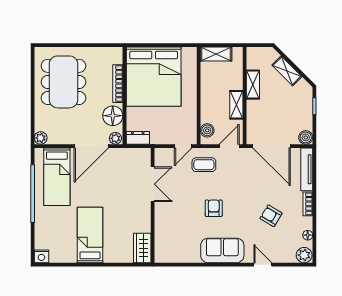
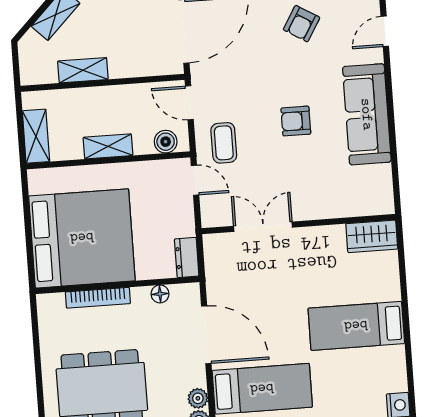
shelving: (236, 105) -> (108, 146), moved
floor lamp: (113, 116) -> (160, 294), width x0.53, depth x0.53
plant: (115, 138) -> (198, 398), moved
sofa: (222, 250) -> (367, 114), width x1.36

